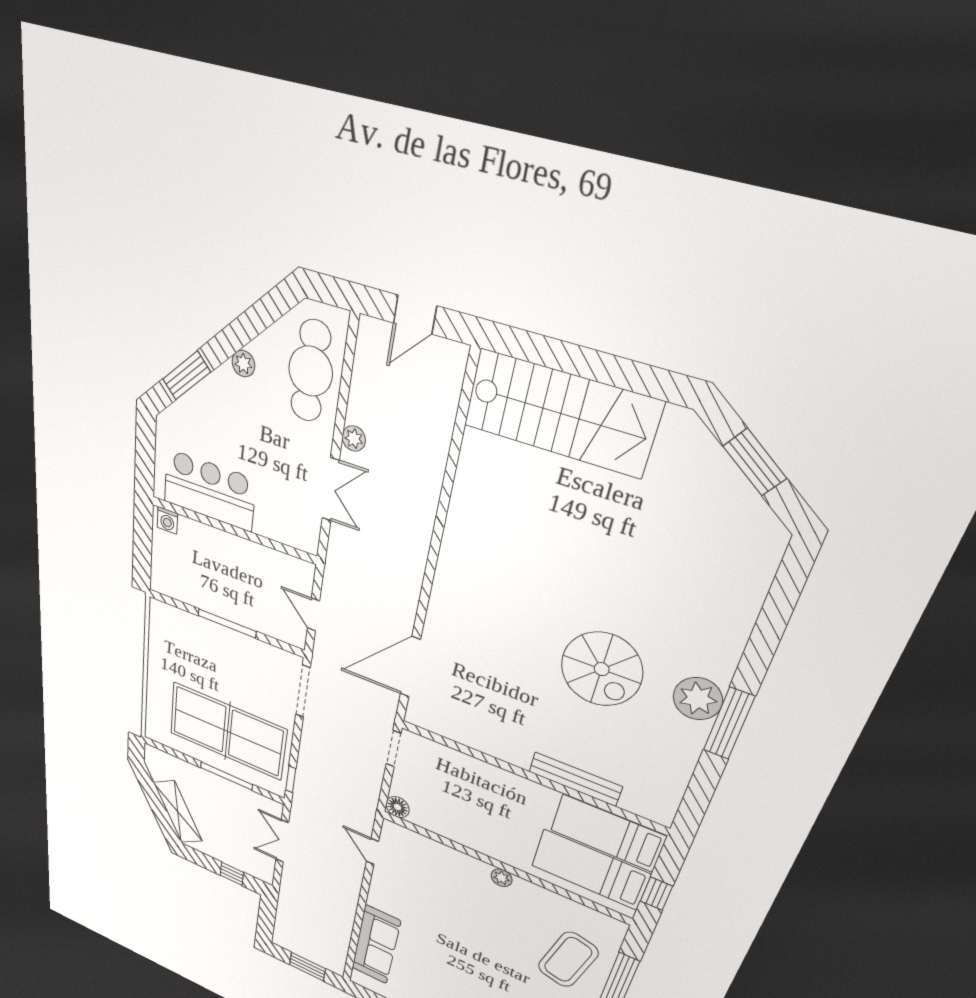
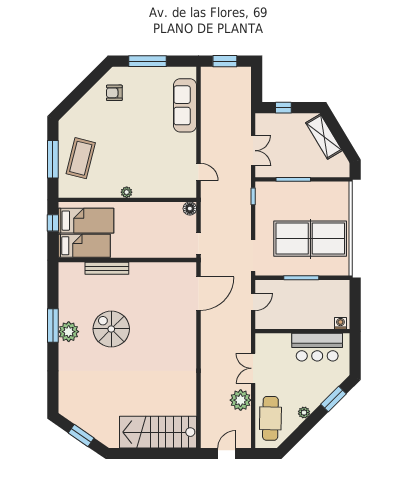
plant: (354, 439) -> (241, 400), width x1.88, depth x1.88
door: (313, 614) -> (253, 302), hinge flipped
table tennis table: (227, 731) -> (310, 239), moved

